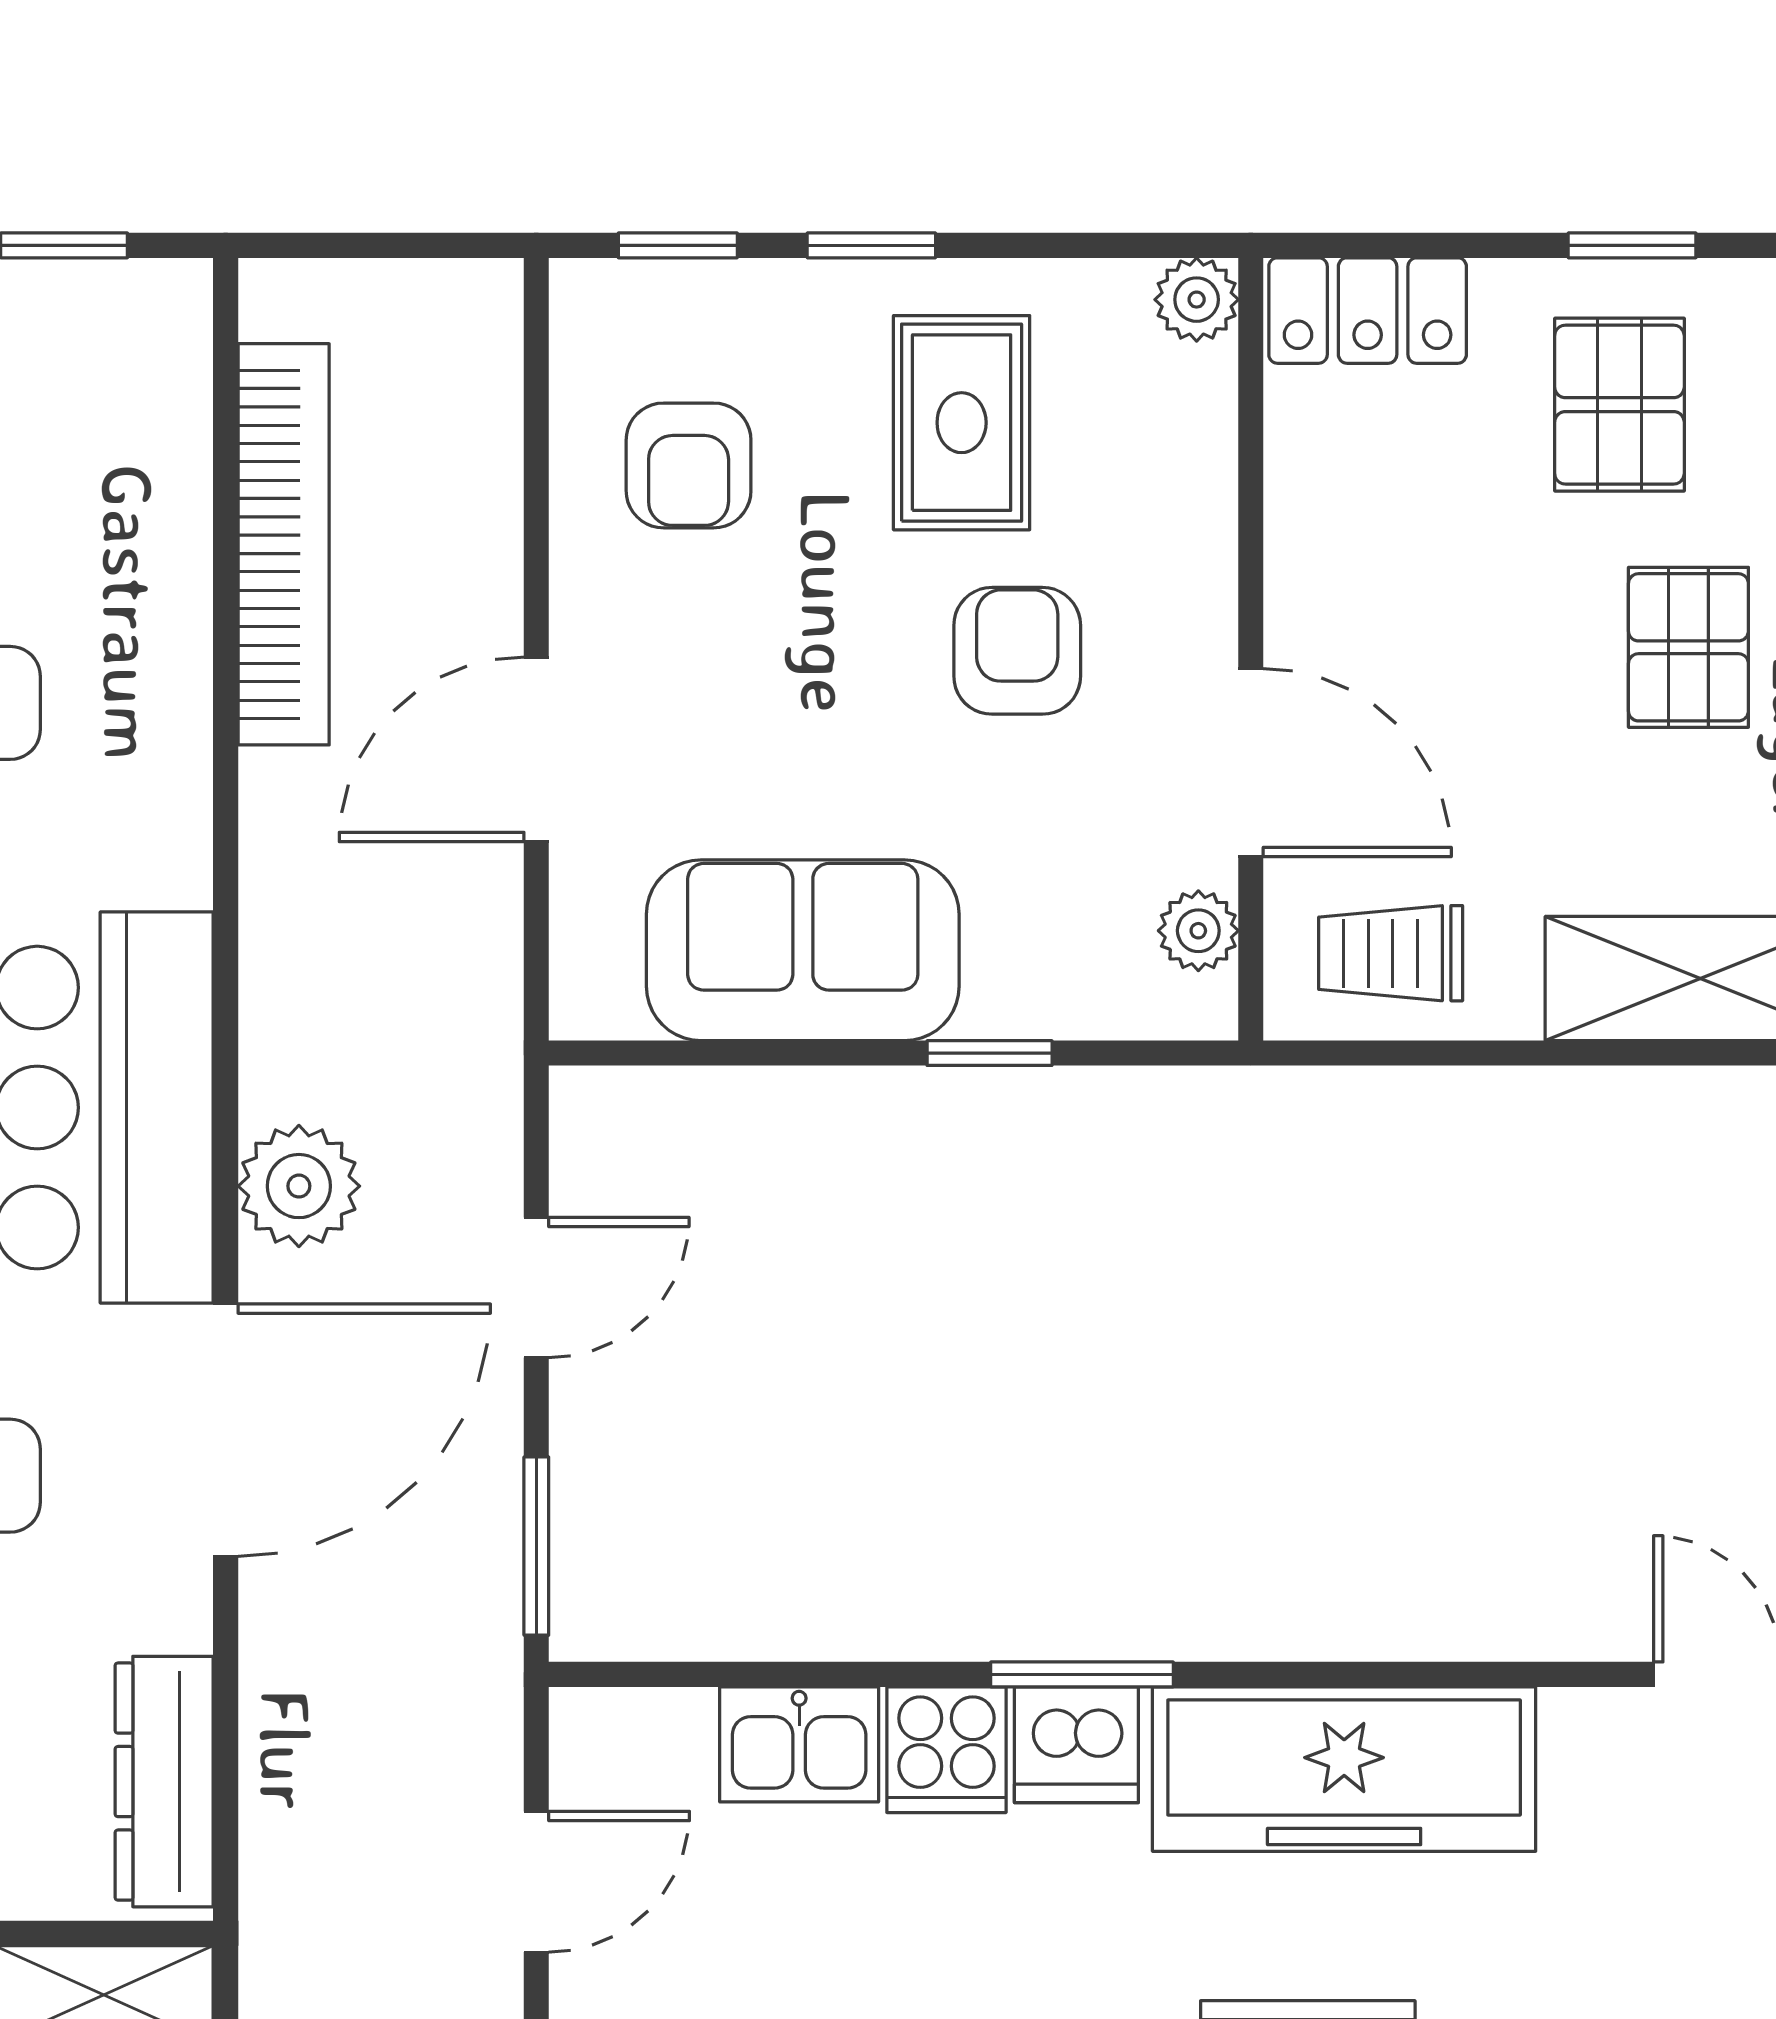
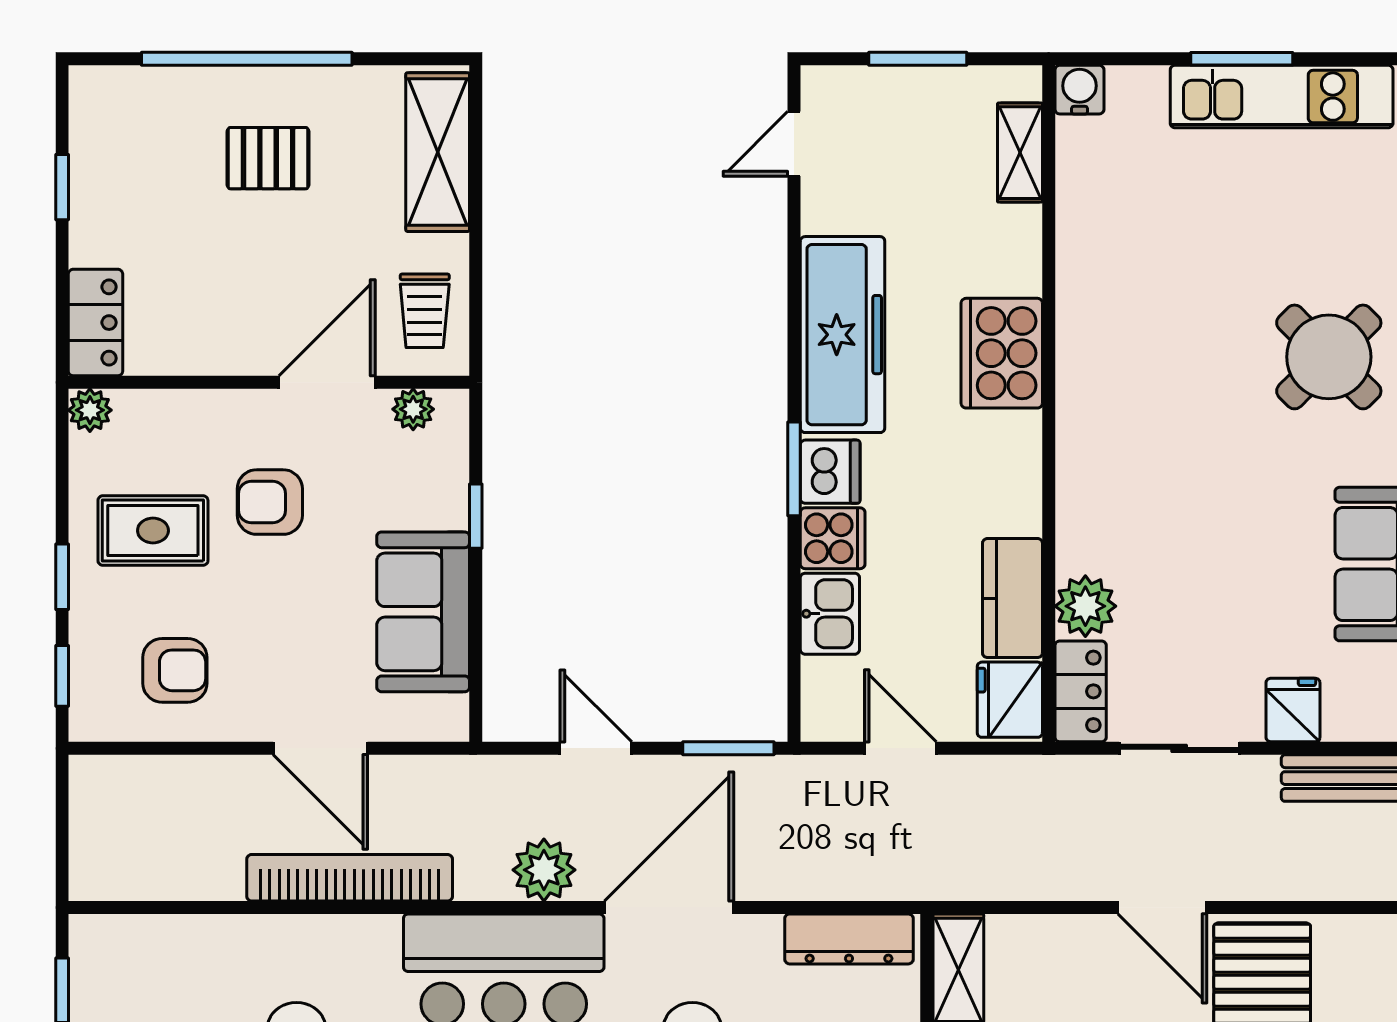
pallet: (1619, 405) -> (144, 194), removed
bookcase: (284, 544) -> (350, 878), moved
door: (226, 1430) -> (669, 907), hinge flipped

